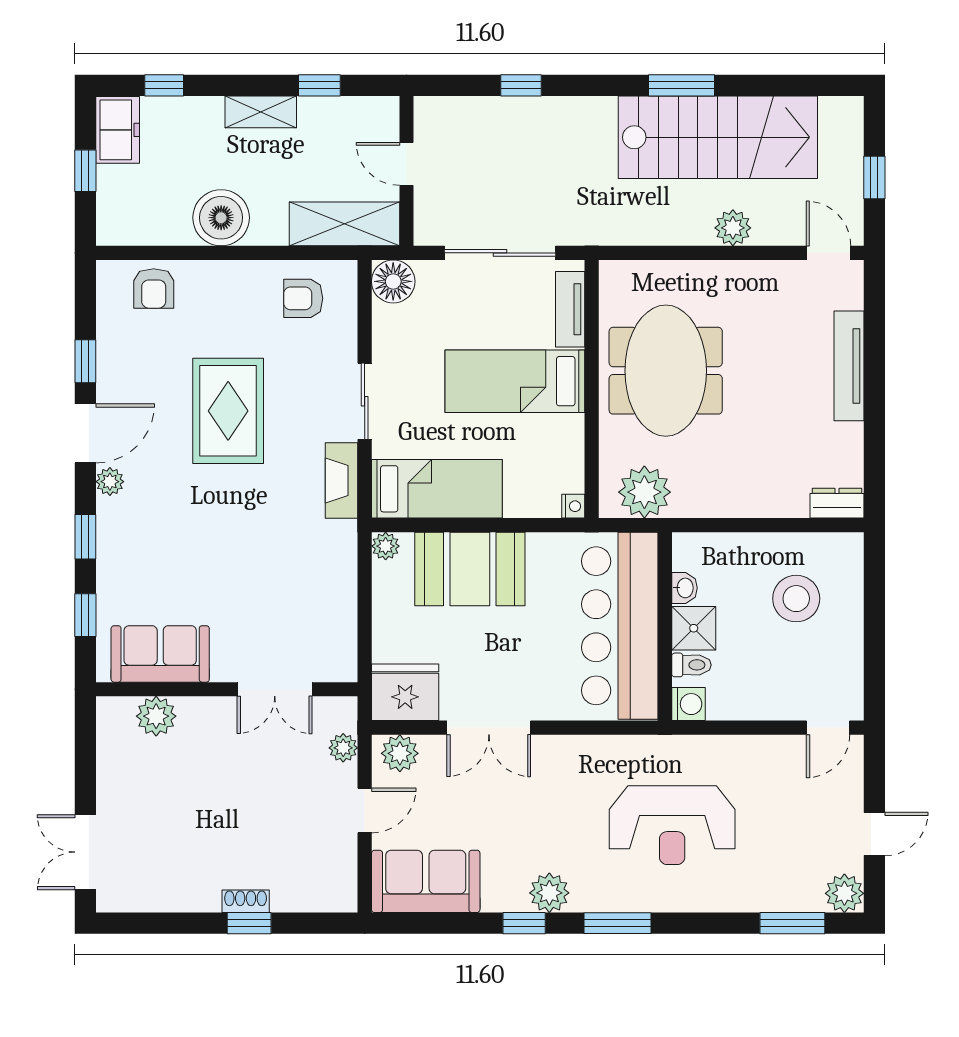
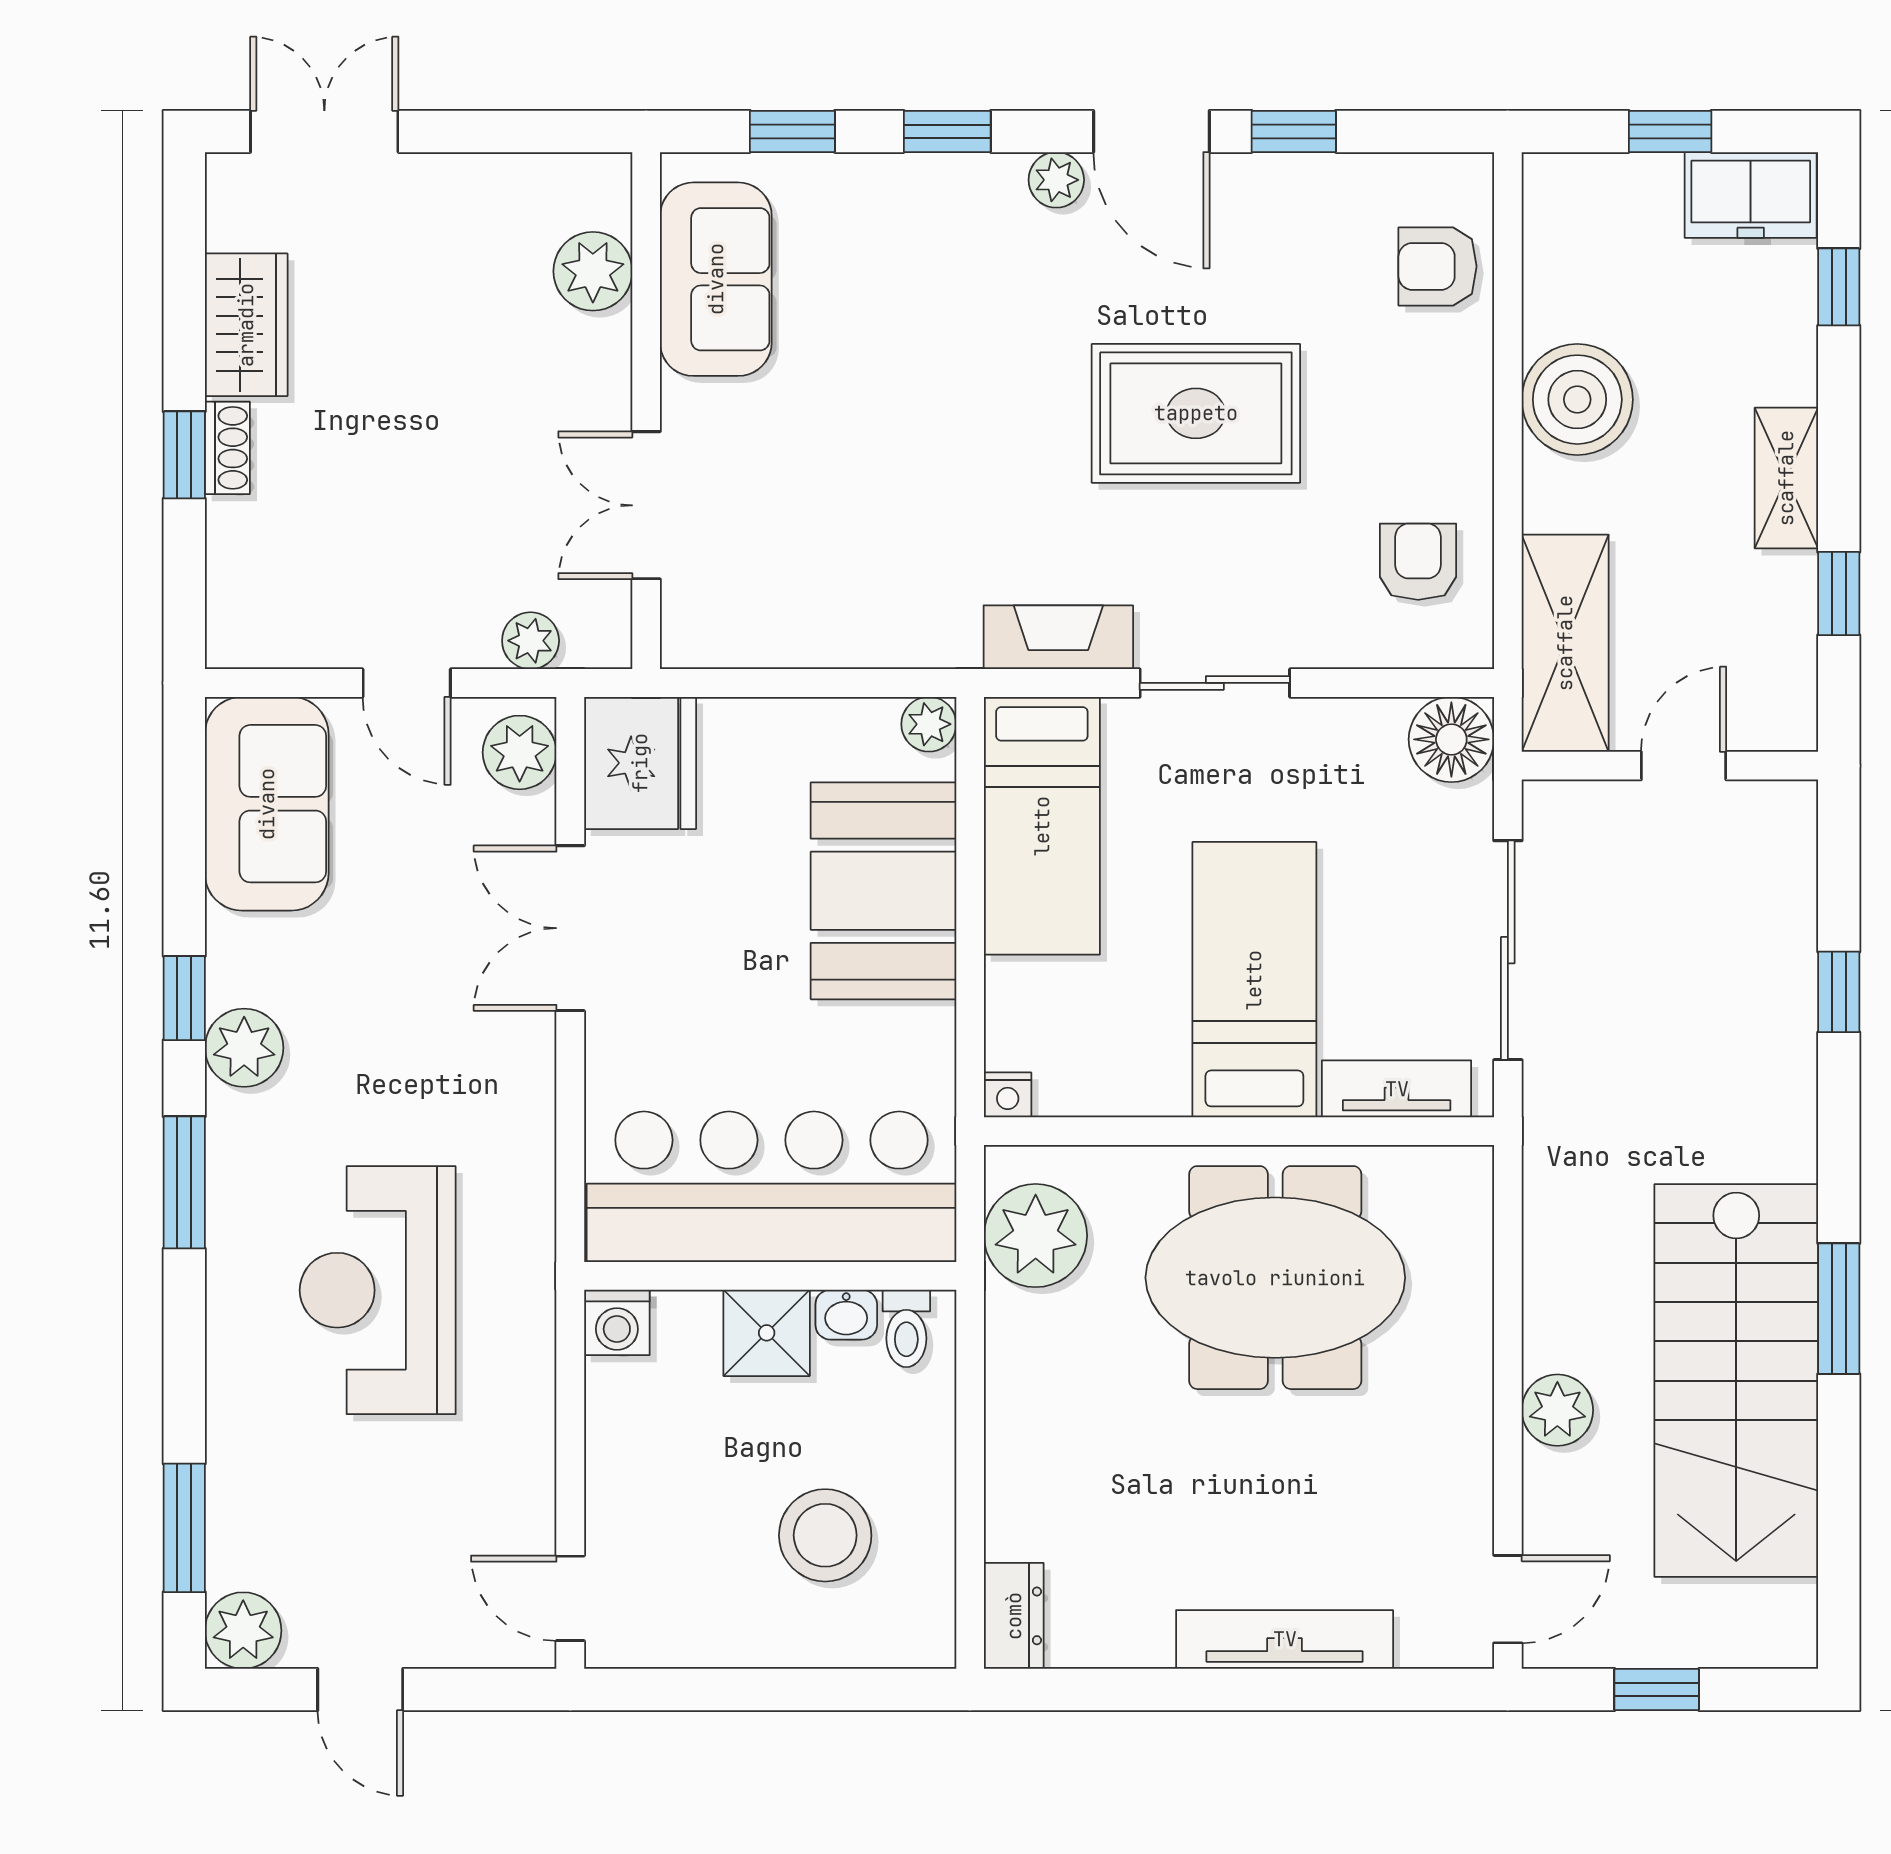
toilet: (691, 665) -> (906, 1328), moved
wardrobe: (183, 892) -> (246, 325), added

